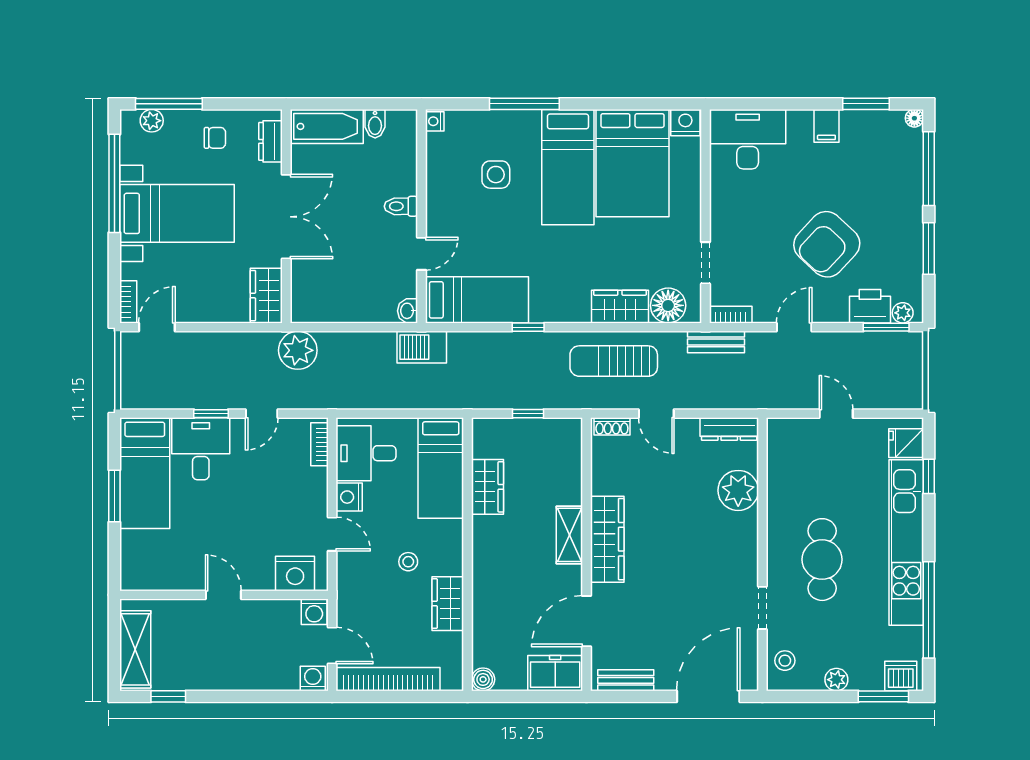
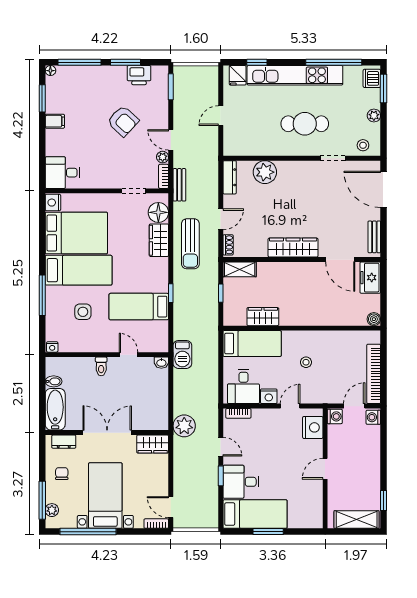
desk: (748, 139) -> (62, 173), width x0.73
armchair: (827, 244) -> (123, 121), width x0.73, depth x0.73
bed: (477, 300) -> (139, 307), moved, turned -90
printer: (870, 306) -> (139, 75), moved, turned -90
plant: (903, 313) -> (163, 157), moved
shelving: (569, 535) -> (240, 269), moved
wardrobe: (448, 604) -> (330, 339), removed

